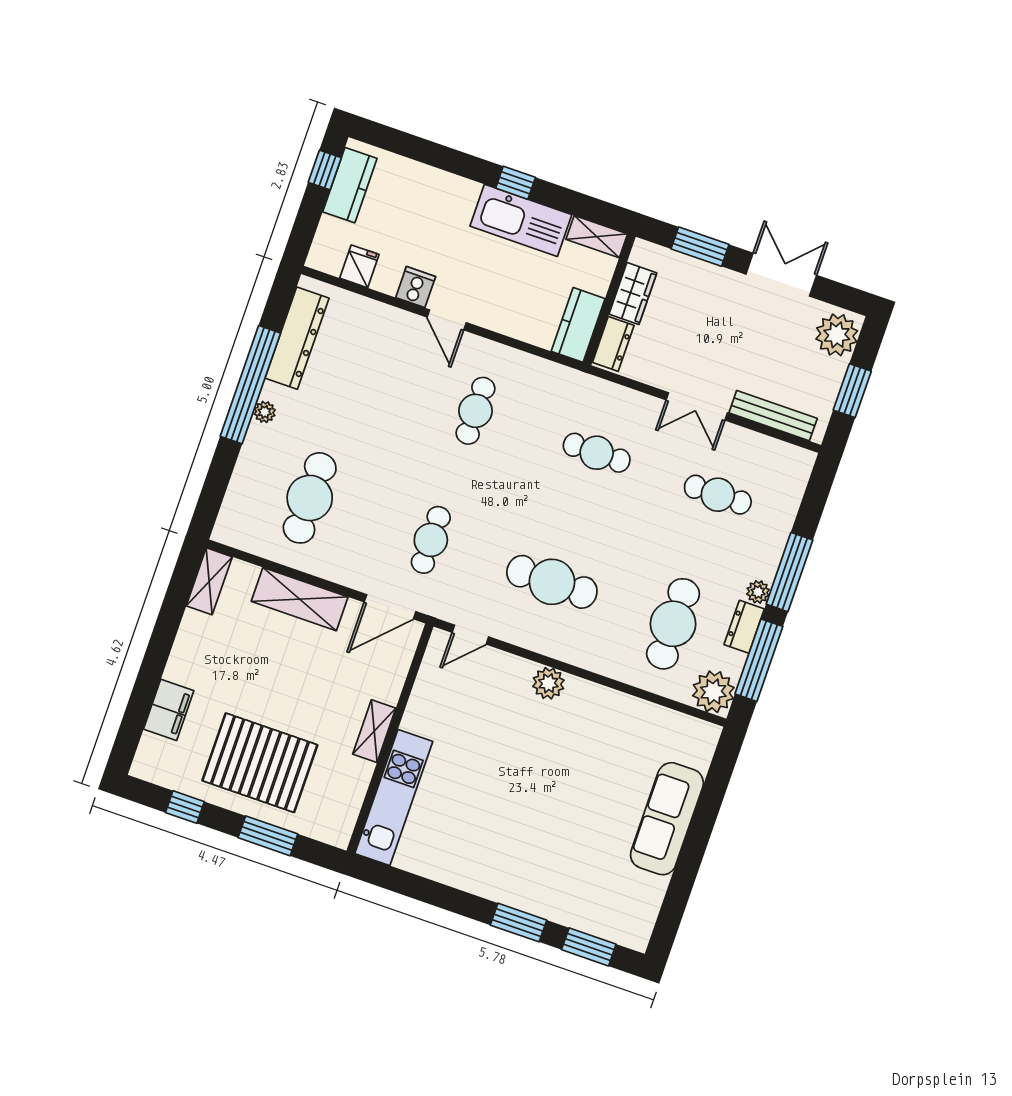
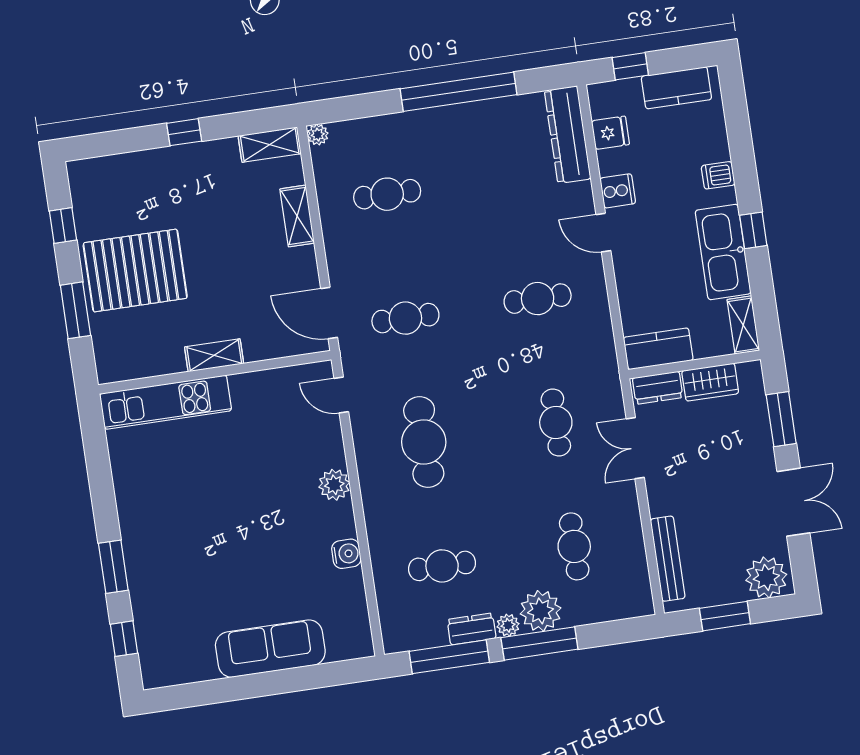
window: (325, 170) -> (630, 66), moved
dishwasher: (449, 189) -> (718, 175), added
door: (447, 320) -> (603, 233), hinge flipped
dresser: (297, 338) -> (568, 135), moved, turned 90
double door: (697, 406) -> (635, 448), moved
plant: (265, 412) -> (318, 135), moved
cafe table: (310, 498) -> (387, 194), width x0.73, depth x0.74
shelving: (300, 599) -> (297, 216), width x0.67, depth x0.75
cafe table: (673, 624) -> (442, 566), width x0.73, depth x0.74
window: (158, 653) -> (184, 132), added
plant: (713, 692) -> (541, 611), moved
water cooler: (617, 705) -> (346, 554), added
filing cabinet: (169, 710) -> (140, 168), removed
pallet: (260, 763) -> (135, 271), turned 90
window: (589, 947) -> (124, 639), width x0.67

